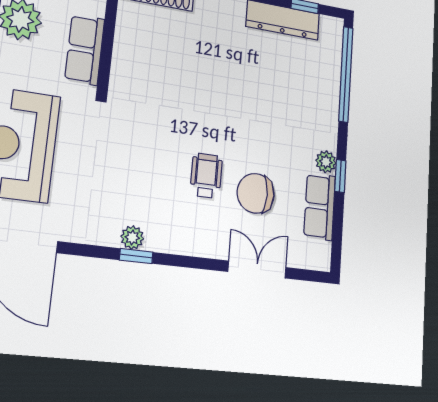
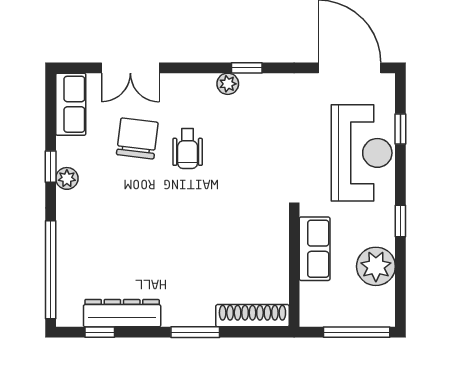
chair: (256, 193) -> (137, 138), turned -83
row of seats: (320, 207) -> (71, 104), moved
plant: (132, 238) -> (228, 84), moved

